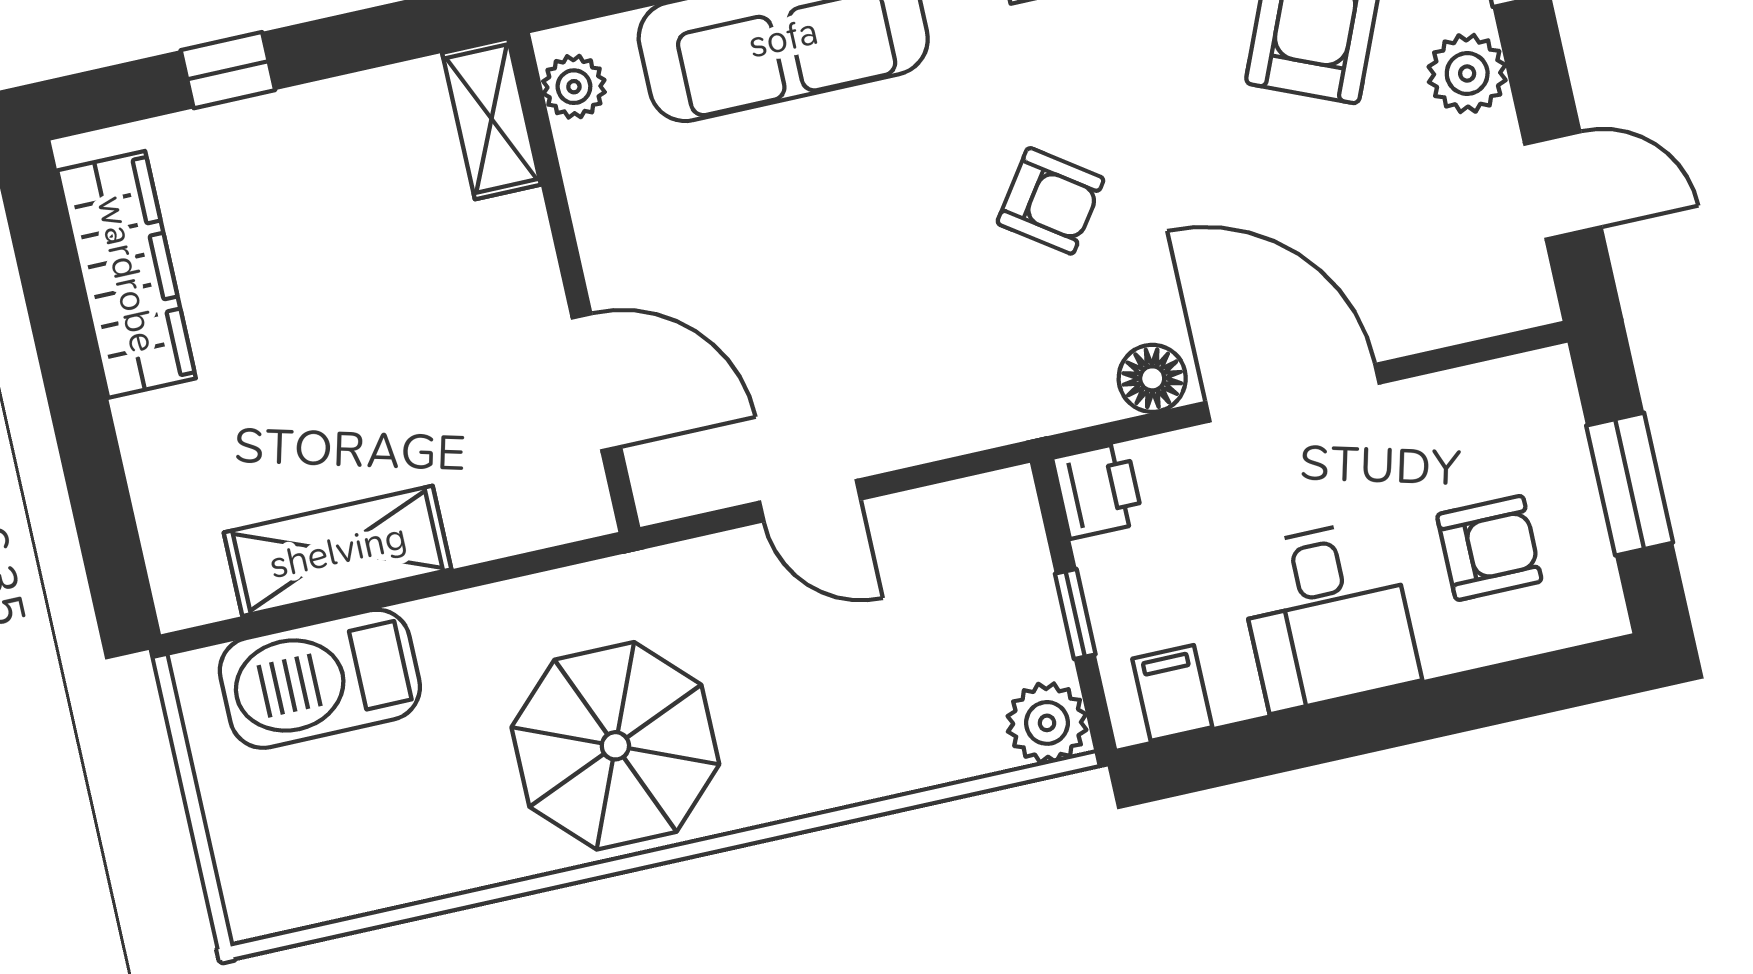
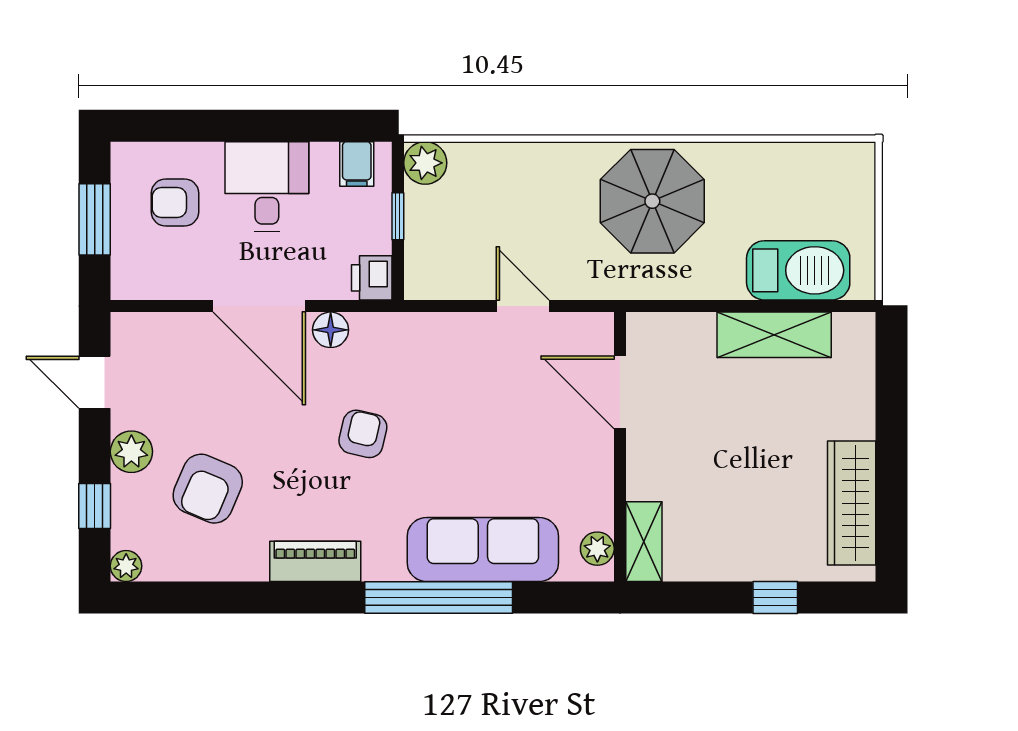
armchair: (1050, 201) -> (363, 434), turned 68

